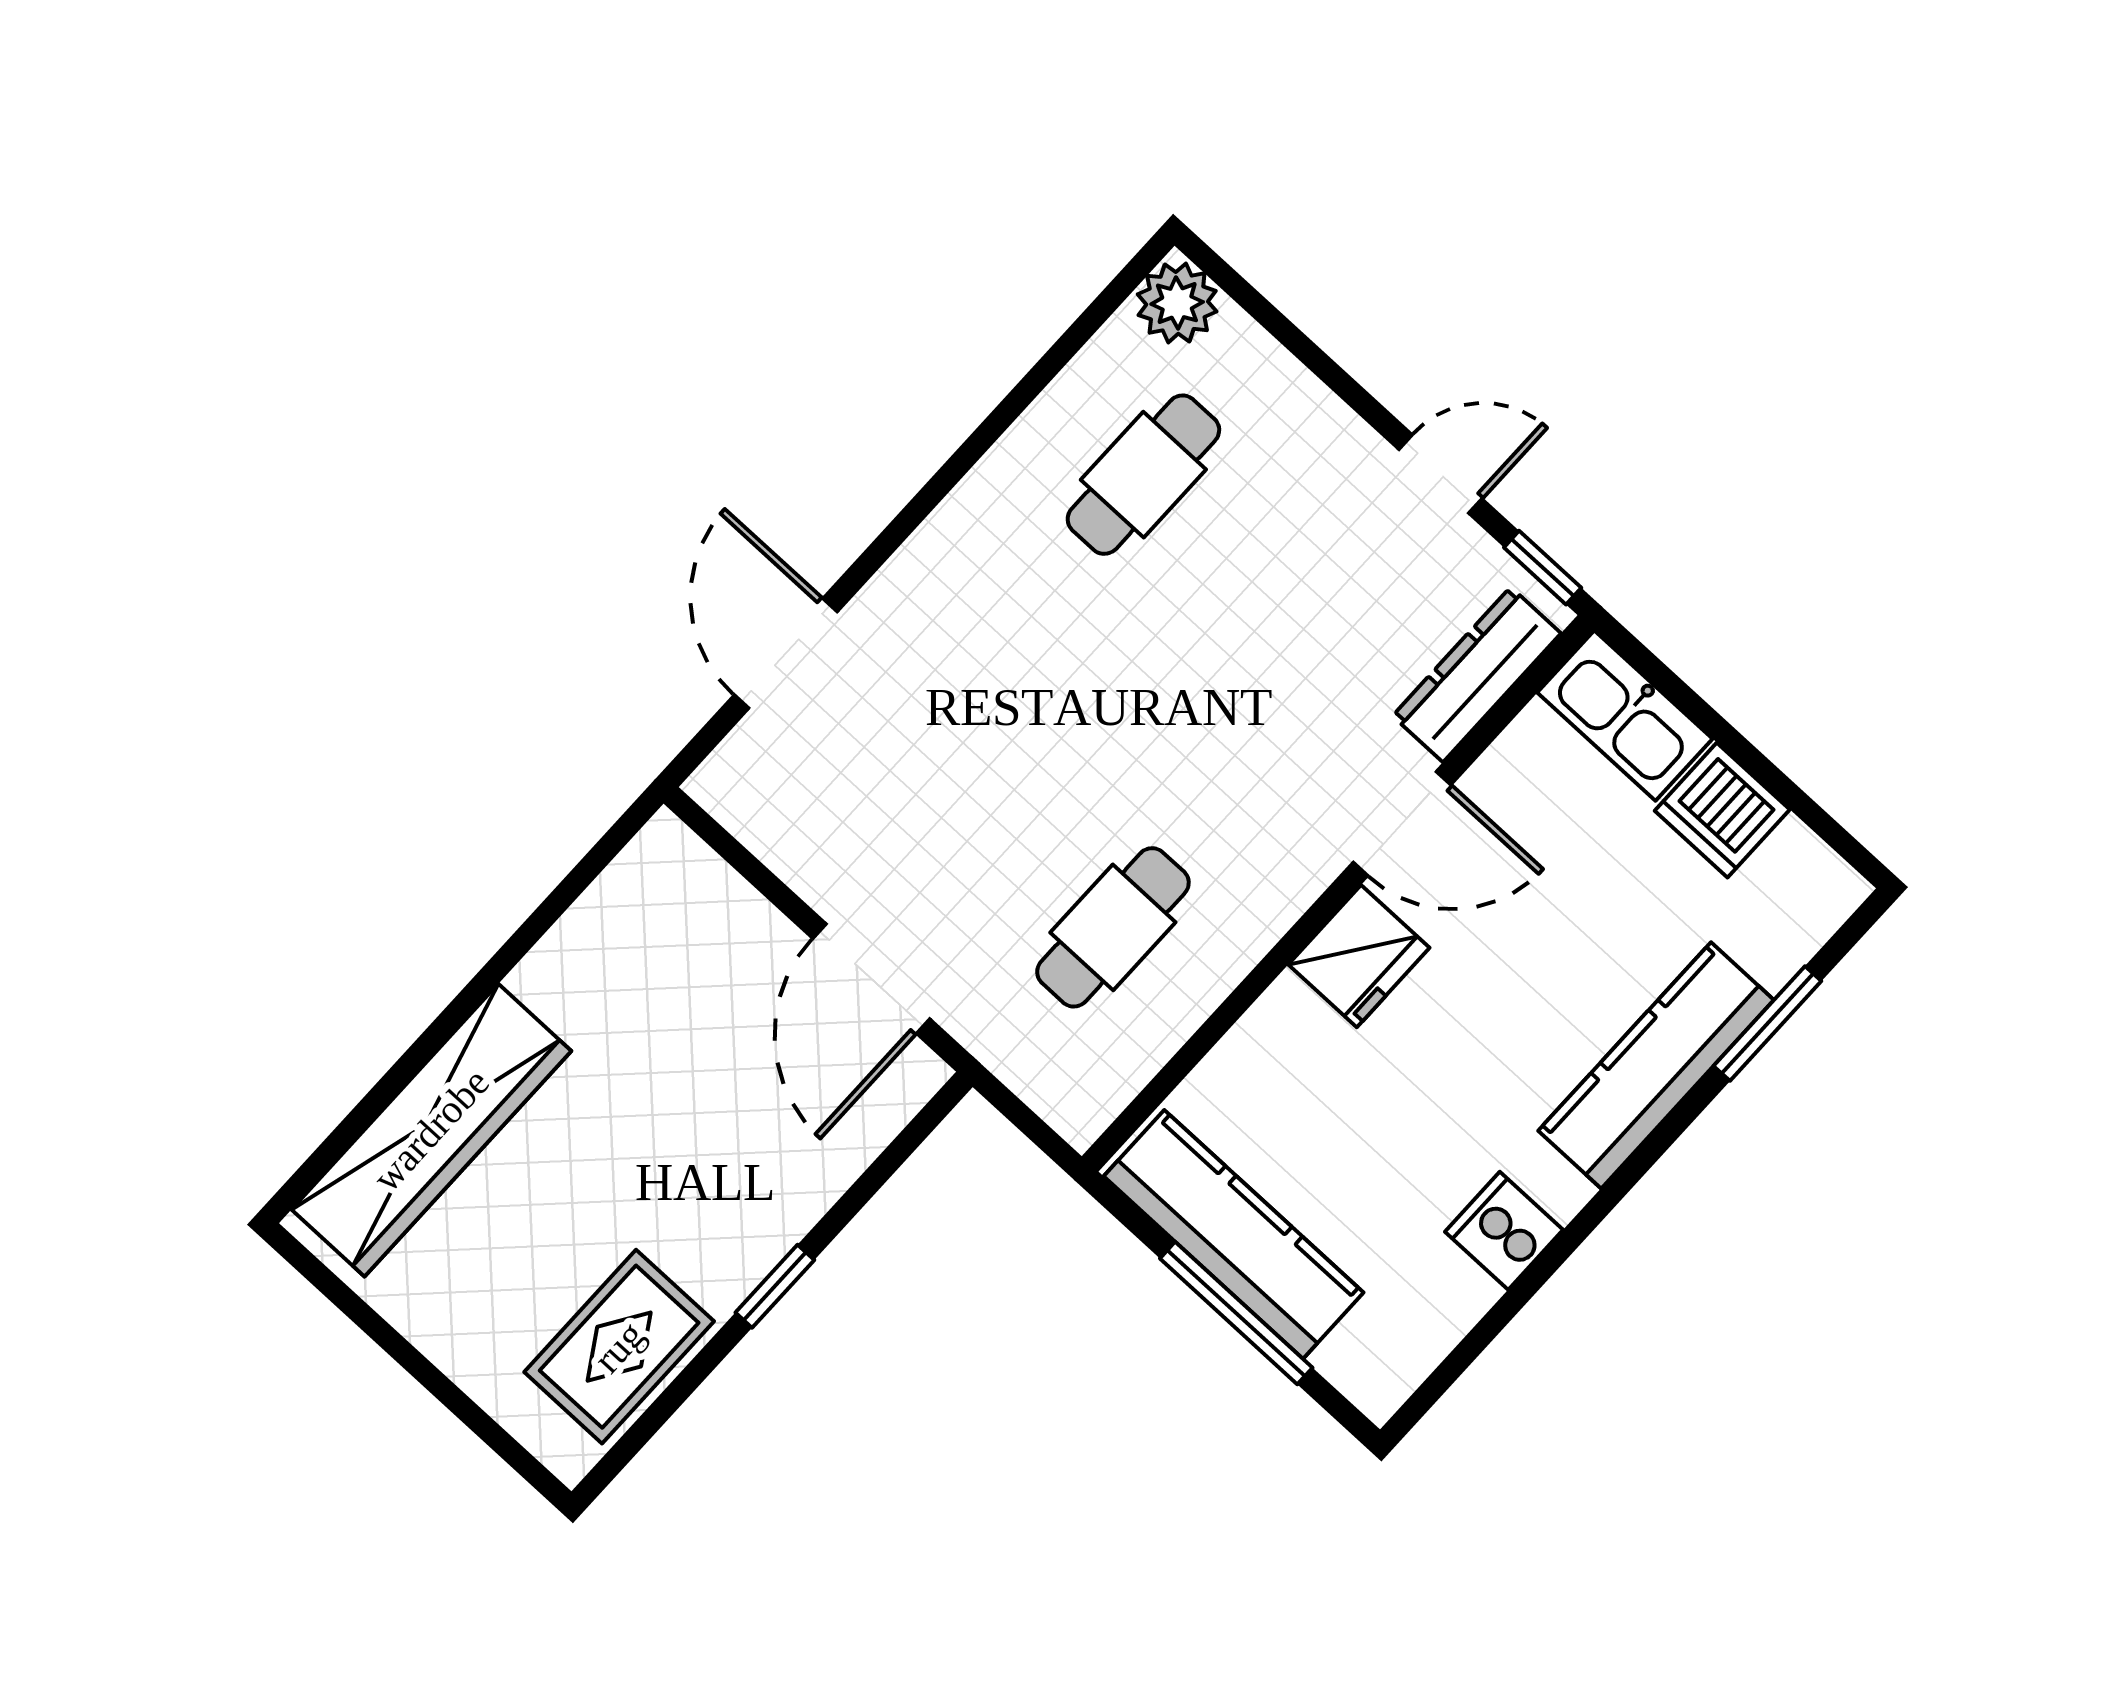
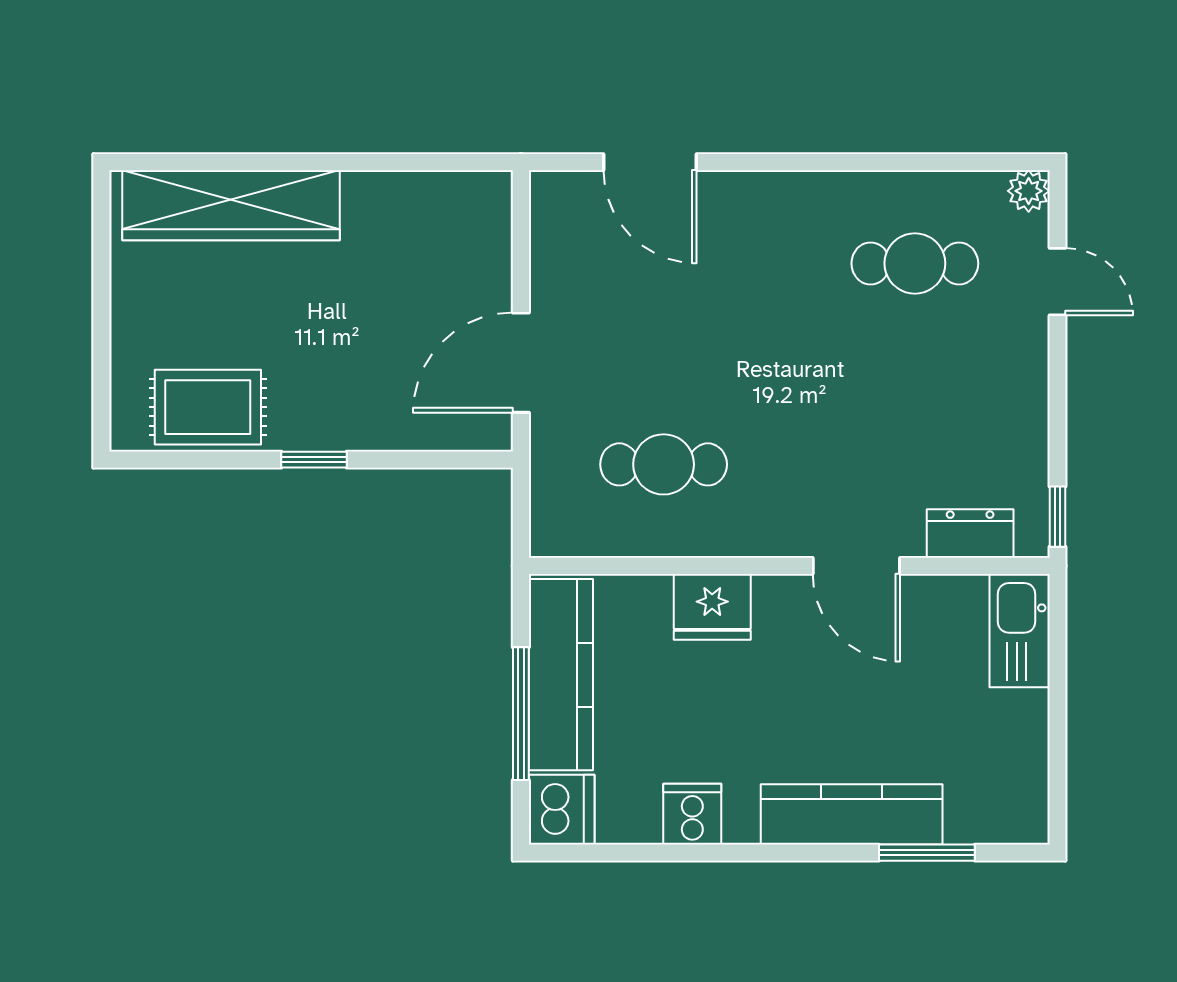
plant: (1177, 303) -> (1029, 191), width x0.73, depth x0.73
door: (1440, 474) -> (1057, 282), moved
door: (786, 653) -> (650, 162), swing flipped
dresser: (1477, 675) -> (970, 534), width x0.70
dishwasher: (1722, 810) -> (562, 810), moved, turned 180
fridge: (1359, 956) -> (712, 607), moved

